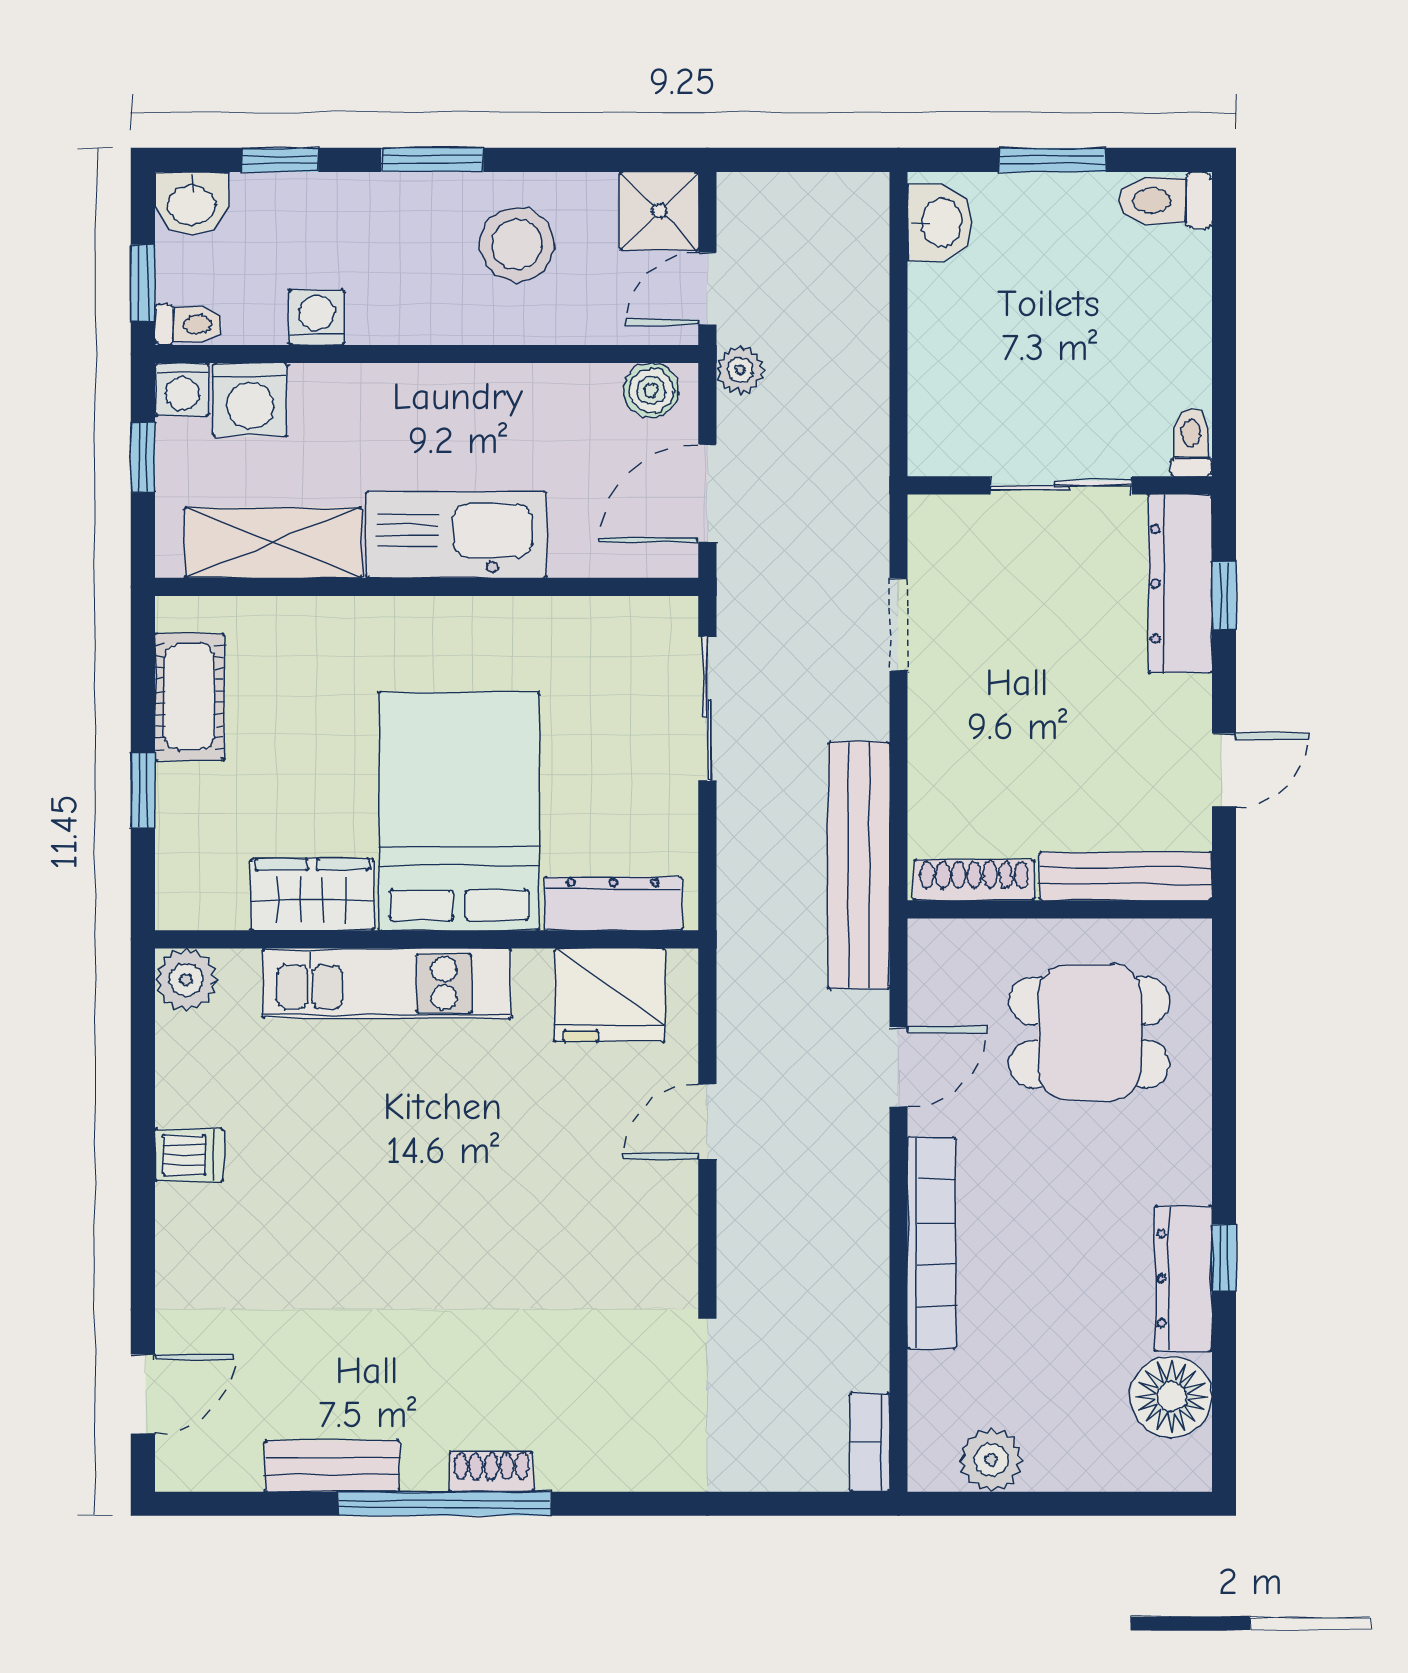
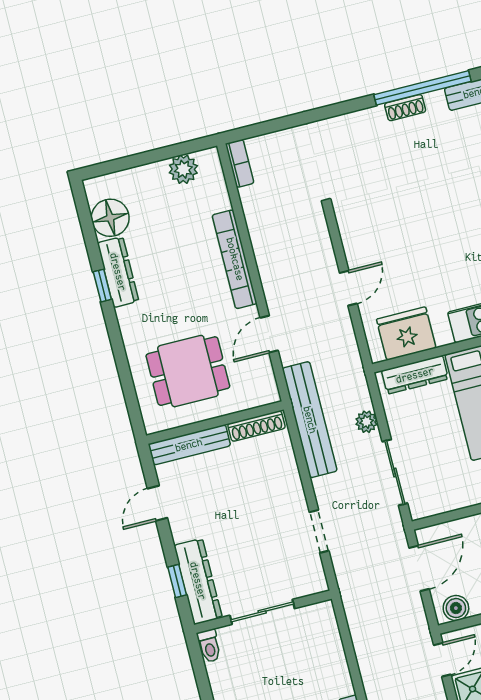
plant: (740, 370) -> (366, 422), moved

